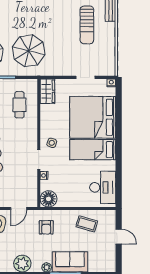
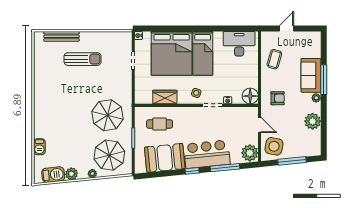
wardrobe: (47, 91) -> (165, 97), moved

